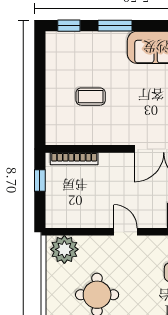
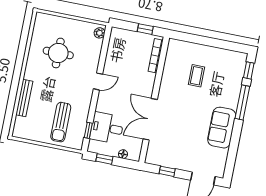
window: (115, 26) -> (242, 102), width x1.44
plant: (64, 249) -> (100, 33), width x0.53, depth x0.53

